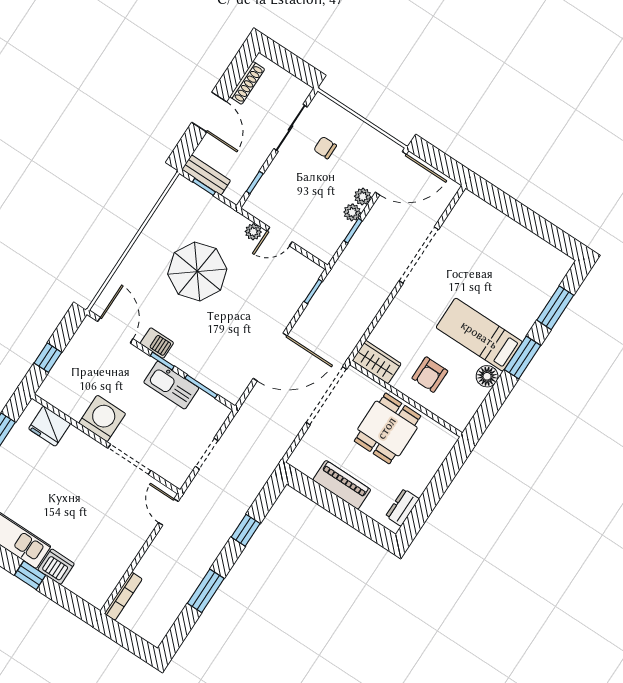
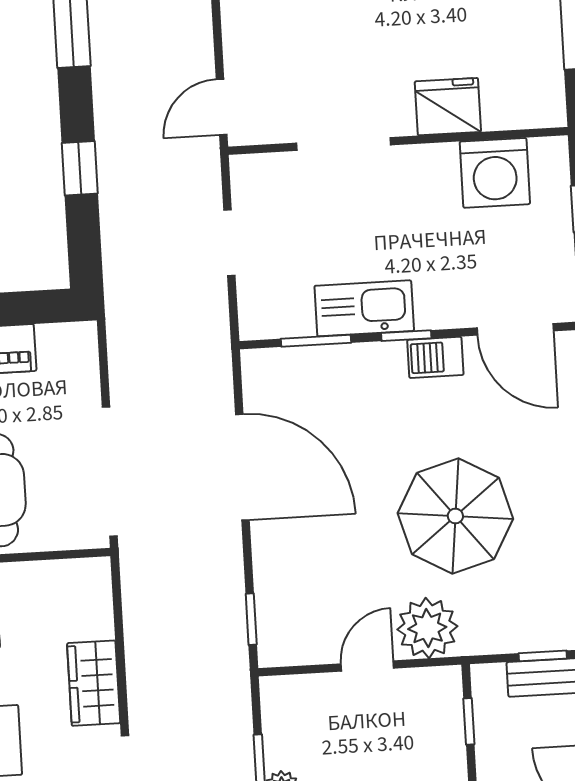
plant: (253, 232) -> (427, 628), width x1.88, depth x1.88
door: (270, 357) -> (242, 467), swing flipped
wardrobe: (377, 362) -> (94, 683), moved, turned 90
washing machine: (102, 418) -> (495, 173), moved
fridge: (49, 426) -> (448, 107), moved
door: (168, 512) -> (222, 107), swing flipped

